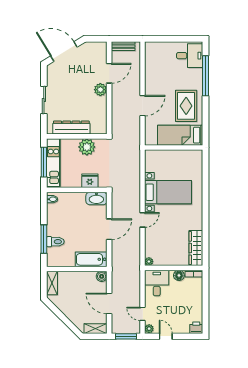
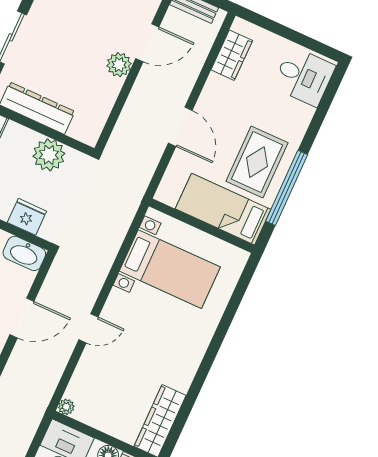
wardrobe: (151, 61) -> (232, 55), added
window: (205, 76) -> (287, 188), moved
door: (143, 106) -> (180, 127), hinge flipped
bed with nightstands: (168, 192) -> (170, 269), moved

